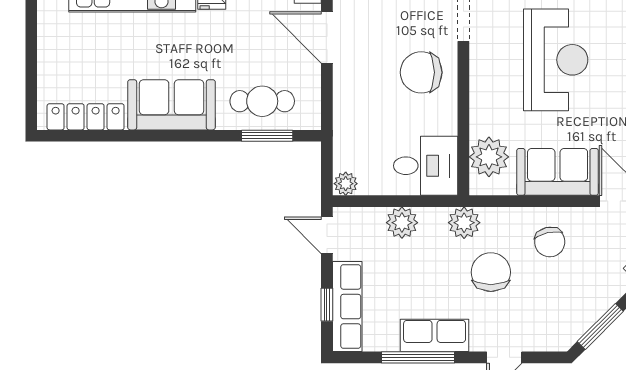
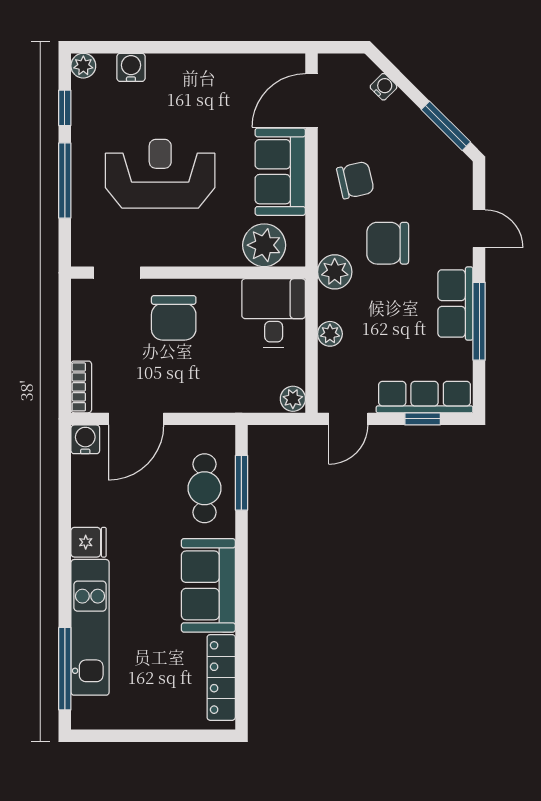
plant: (402, 223) -> (330, 334), width x0.73, depth x0.73

